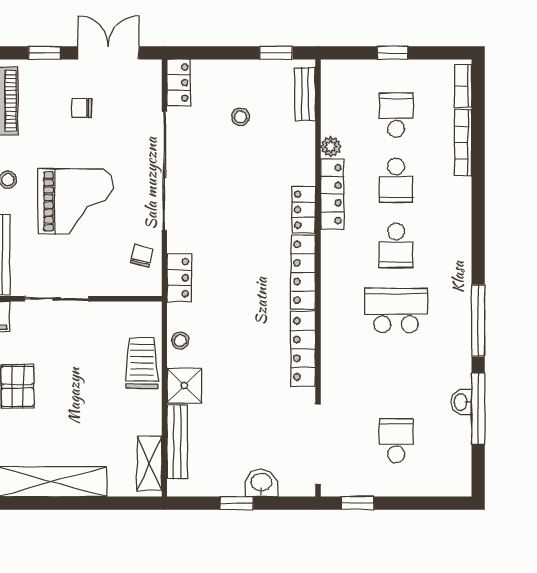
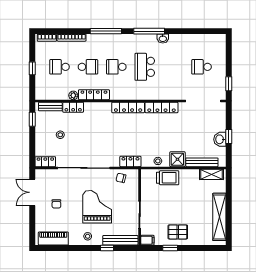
window: (45, 53) -> (32, 220), removed
locker: (304, 210) -> (73, 107), moved
school desk: (396, 245) -> (116, 67), turned 180
trolley: (142, 363) -> (168, 178), turned 180
washbasin: (461, 402) -> (163, 38), moved
window: (478, 409) -> (106, 31), moved
washbasin: (261, 483) -> (220, 139), moved

